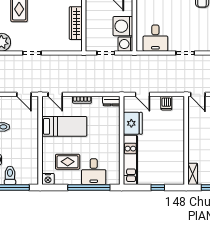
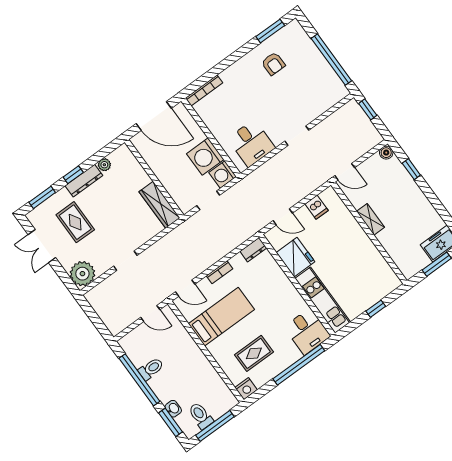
wardrobe: (76, 23) -> (159, 205), moved
desk: (94, 172) -> (307, 332), moved
shelving: (193, 174) -> (371, 219), moved

